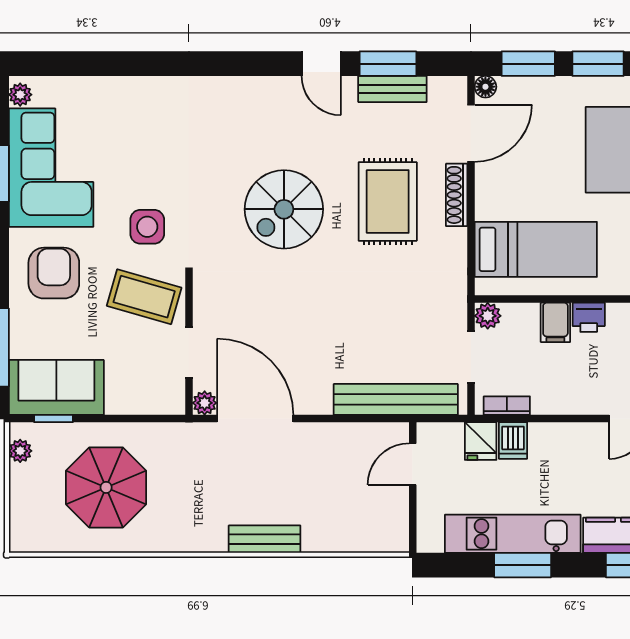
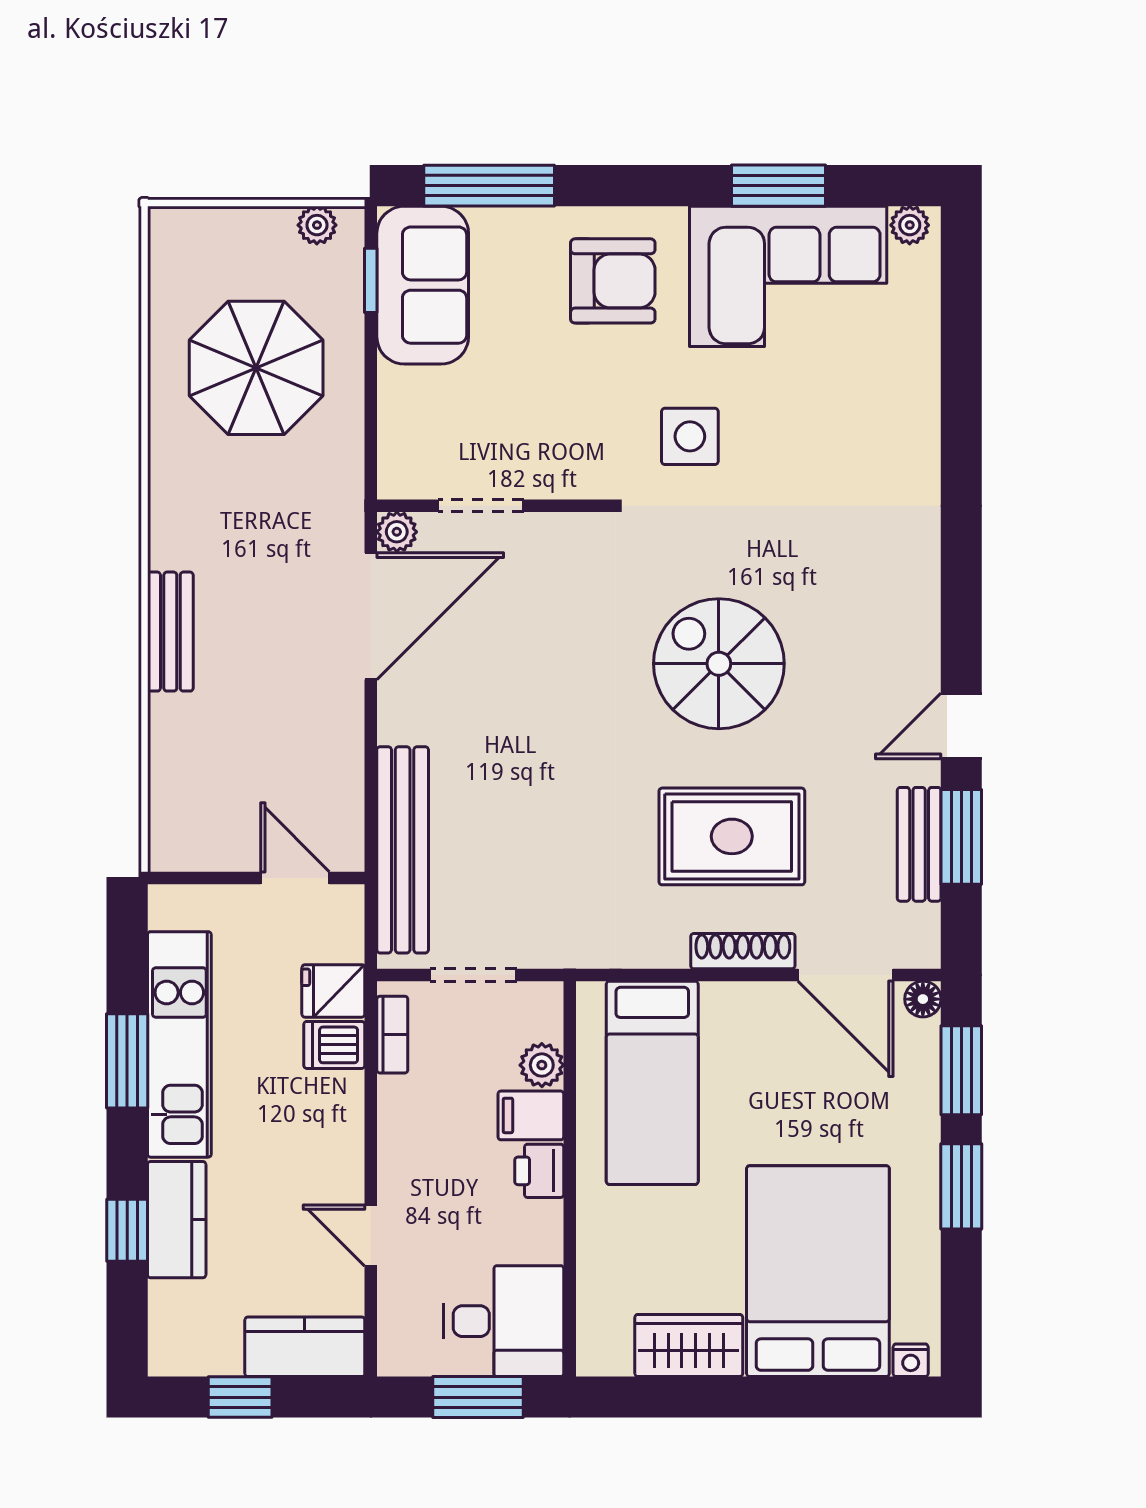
coffee table: (144, 297) -> (574, 431), removed
plant: (488, 316) -> (542, 1065), moved

